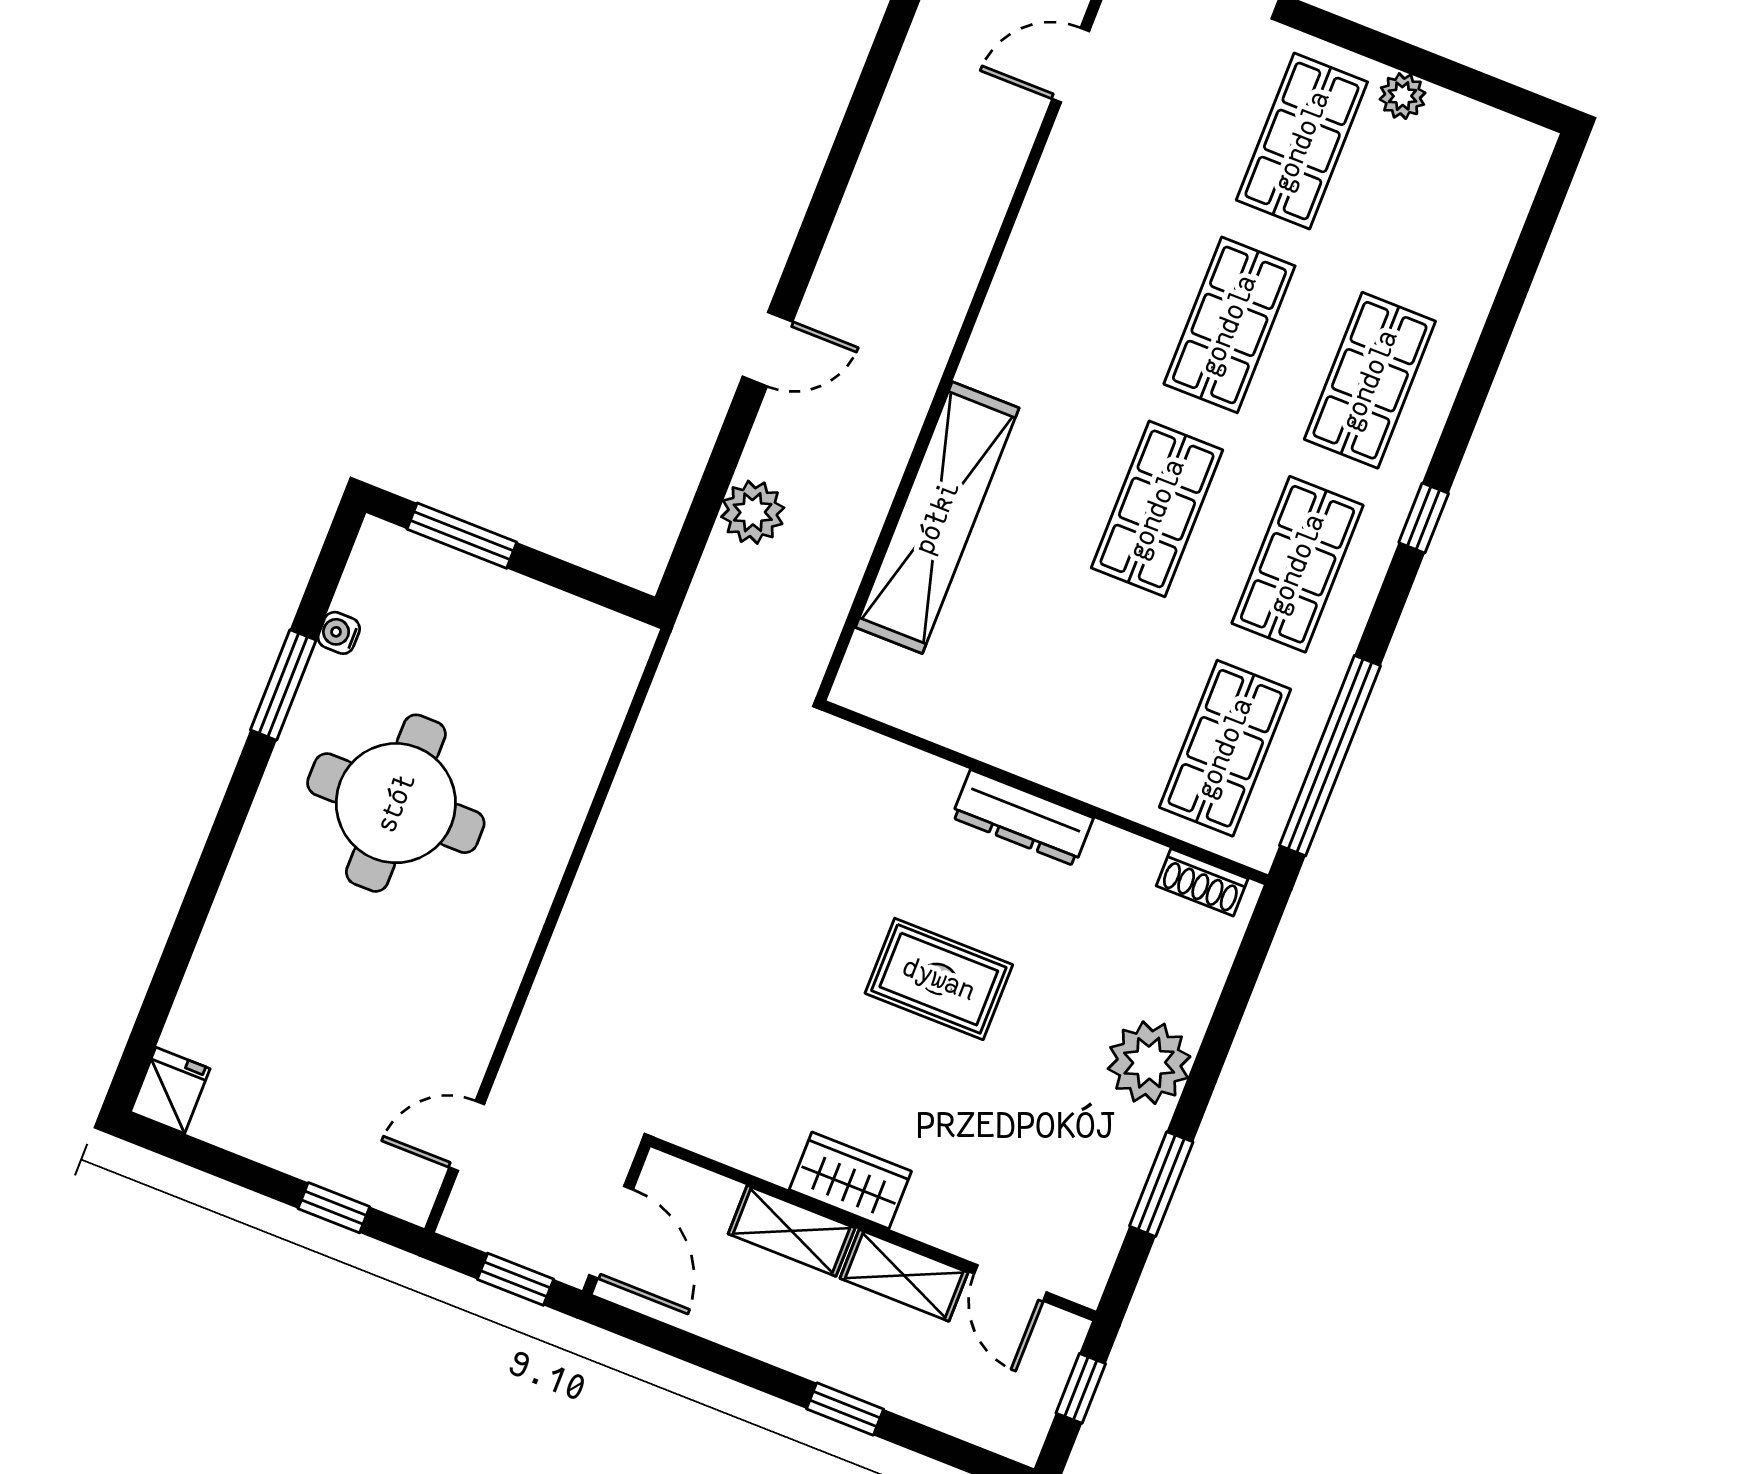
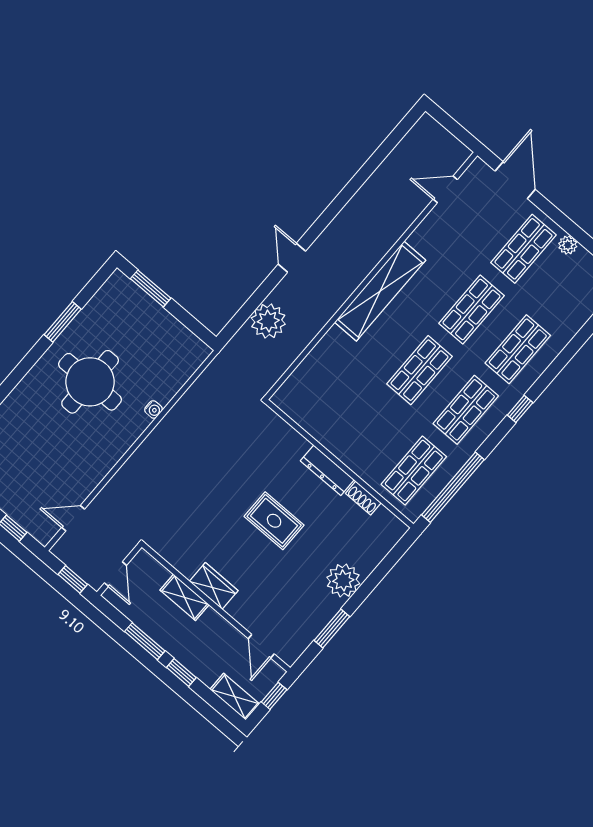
door: (768, 349) -> (292, 258), swing flipped
plant: (753, 512) -> (268, 321), width x1.36, depth x1.36
shelving: (937, 518) -> (380, 291), moved
water cooler: (339, 633) -> (153, 409), moved, turned 180
shoe rack: (1202, 882) -> (363, 498), moved
door: (611, 1232) -> (115, 574), width x0.73
shelving: (904, 1275) -> (235, 697), moved
window: (734, 1365) -> (145, 641), added

